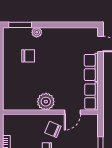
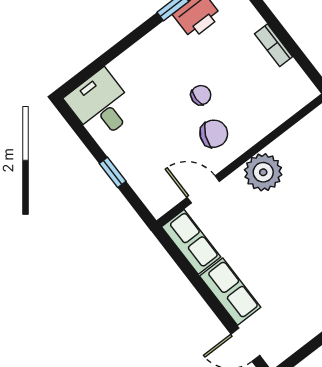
door: (72, 112) -> (203, 189), hinge flipped

